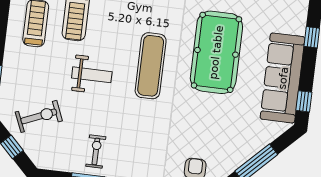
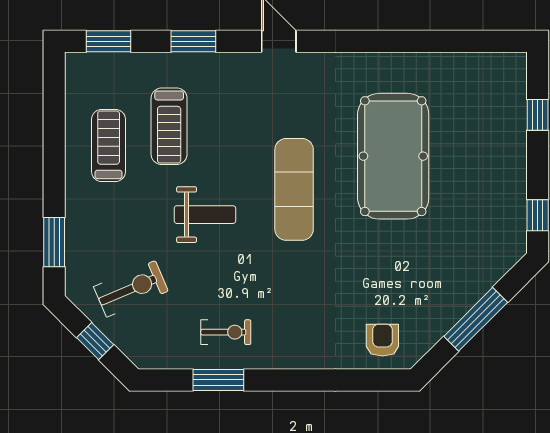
sofa: (283, 78) -> (500, 183), removed
exercise bike: (96, 151) -> (226, 332), turned 90

